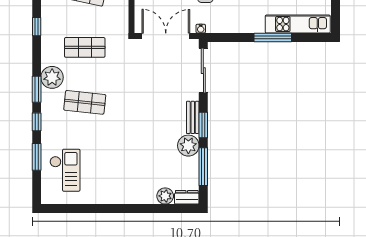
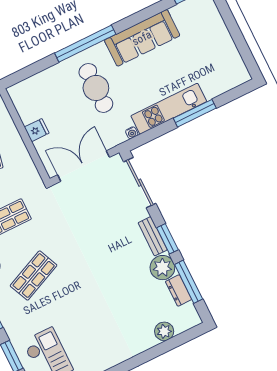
kitchen unit: (298, 24) -> (169, 109), moved
water cooler: (201, 29) -> (132, 133), moved
shop shelf: (85, 102) -> (34, 276), turned -30
dresser: (187, 197) -> (179, 290), moved, turned -90

